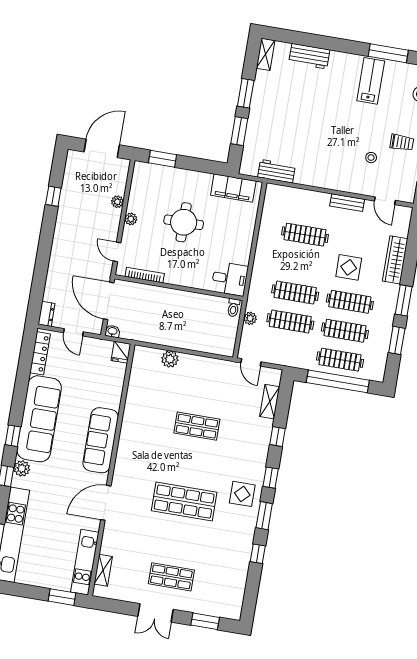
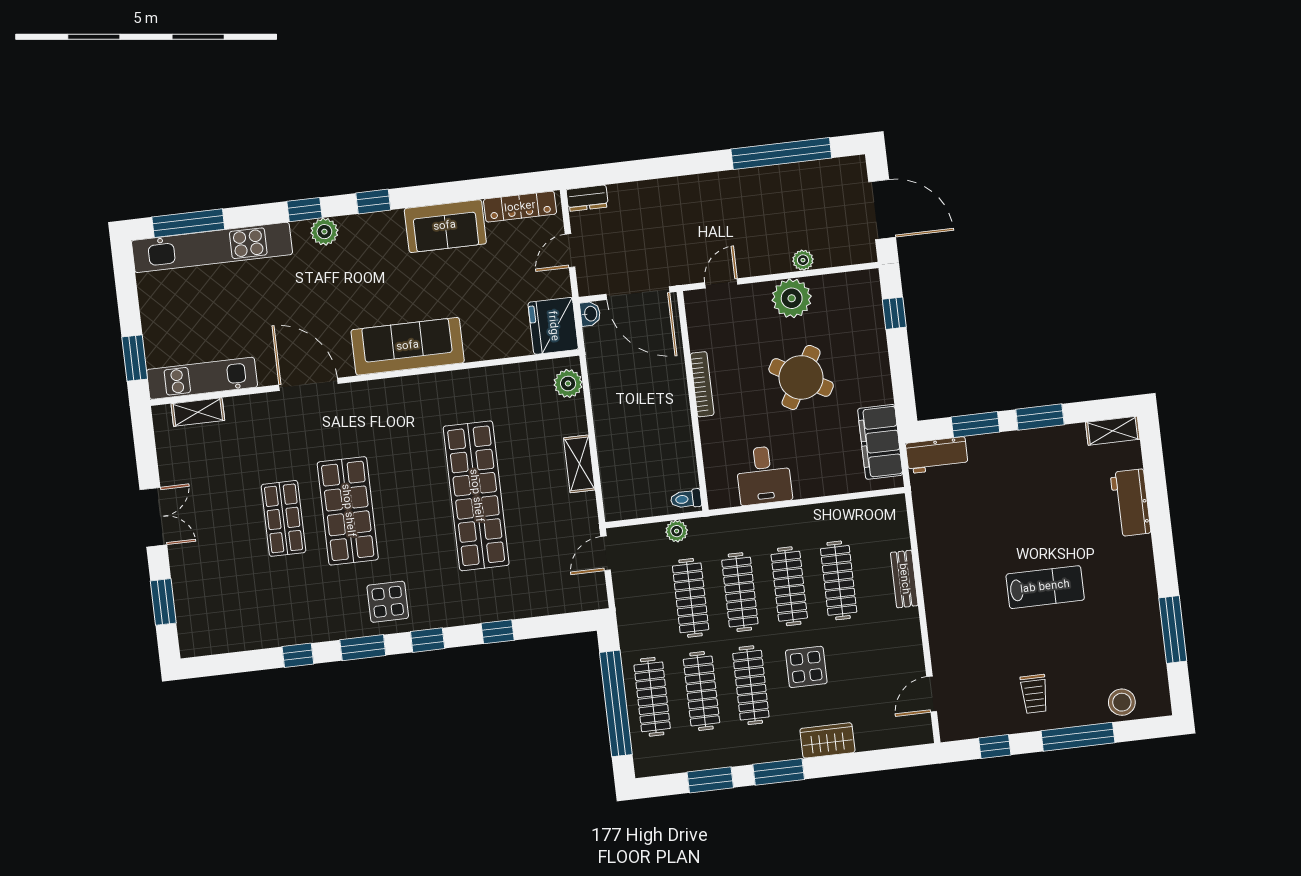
lab bench: (371, 81) -> (1045, 587), moved
stool: (371, 158) -> (995, 651), removed
window: (163, 159) -> (894, 313), width x0.67
workbench: (276, 171) -> (937, 455), moved, turned 90
window: (53, 196) -> (781, 154), width x3.17
bench: (347, 203) -> (904, 579), moved
plant: (131, 219) -> (792, 298), width x1.88, depth x1.88
round table: (184, 222) -> (801, 377), turned 30
wardrobe: (395, 260) -> (827, 740), width x0.67
clothes rail: (300, 264) -> (789, 586), added
bookcase: (145, 275) -> (702, 384), moved
desk: (230, 279) -> (764, 475), moved
door: (109, 301) -> (638, 293), swing flipped
fridge: (121, 352) -> (553, 326), width x1.88, depth x1.34
plant: (170, 359) -> (568, 383), moved
shelving: (270, 402) -> (579, 464), moved, turned 90
sofa: (39, 419) -> (445, 226), width x0.54, depth x0.79
shop shelf: (197, 426) -> (476, 496), width x2.00, depth x1.36
shop shelf: (171, 577) -> (284, 518), moved
double door: (155, 613) -> (153, 517), swing flipped

